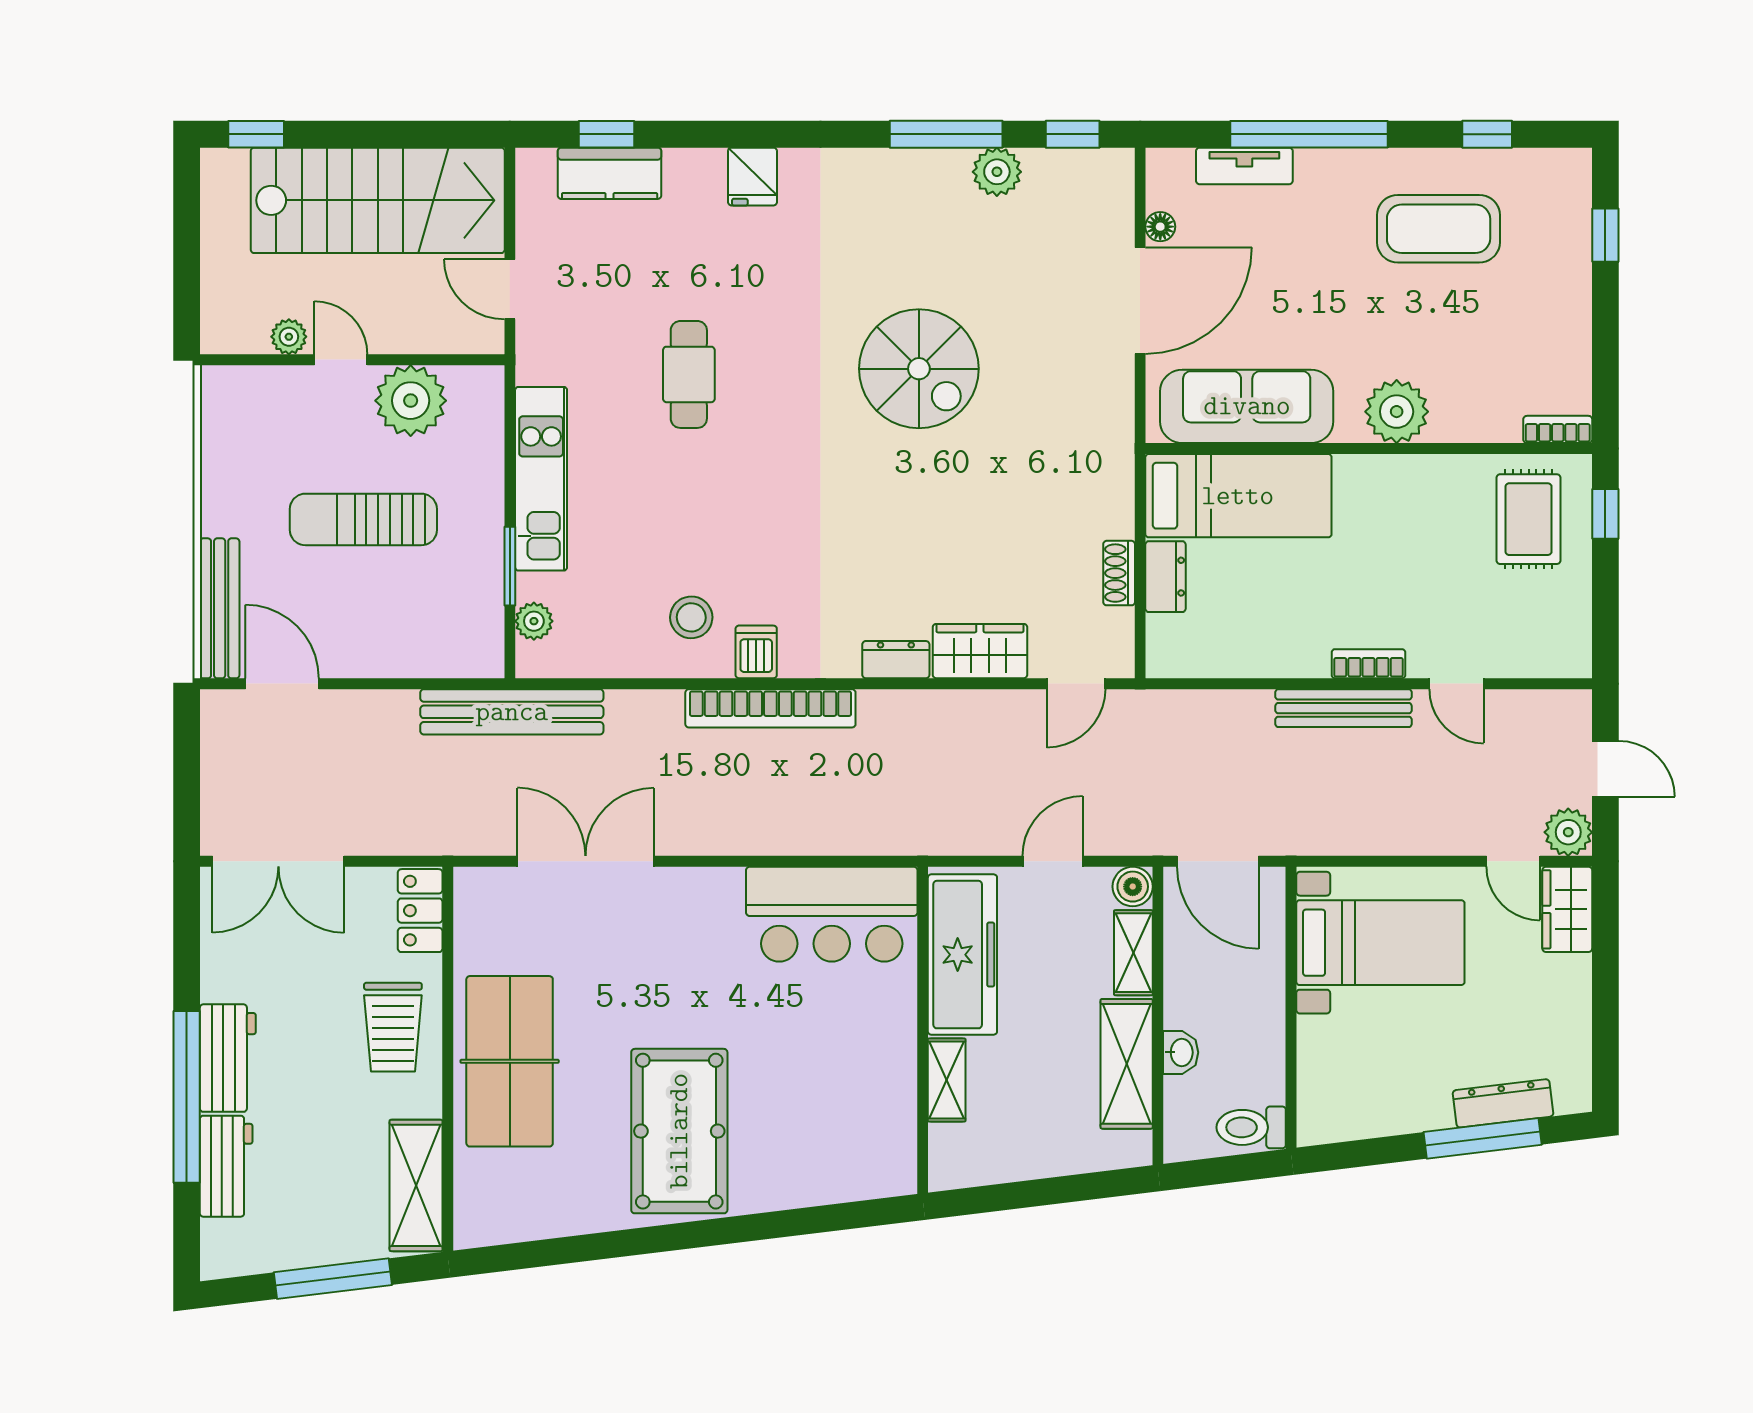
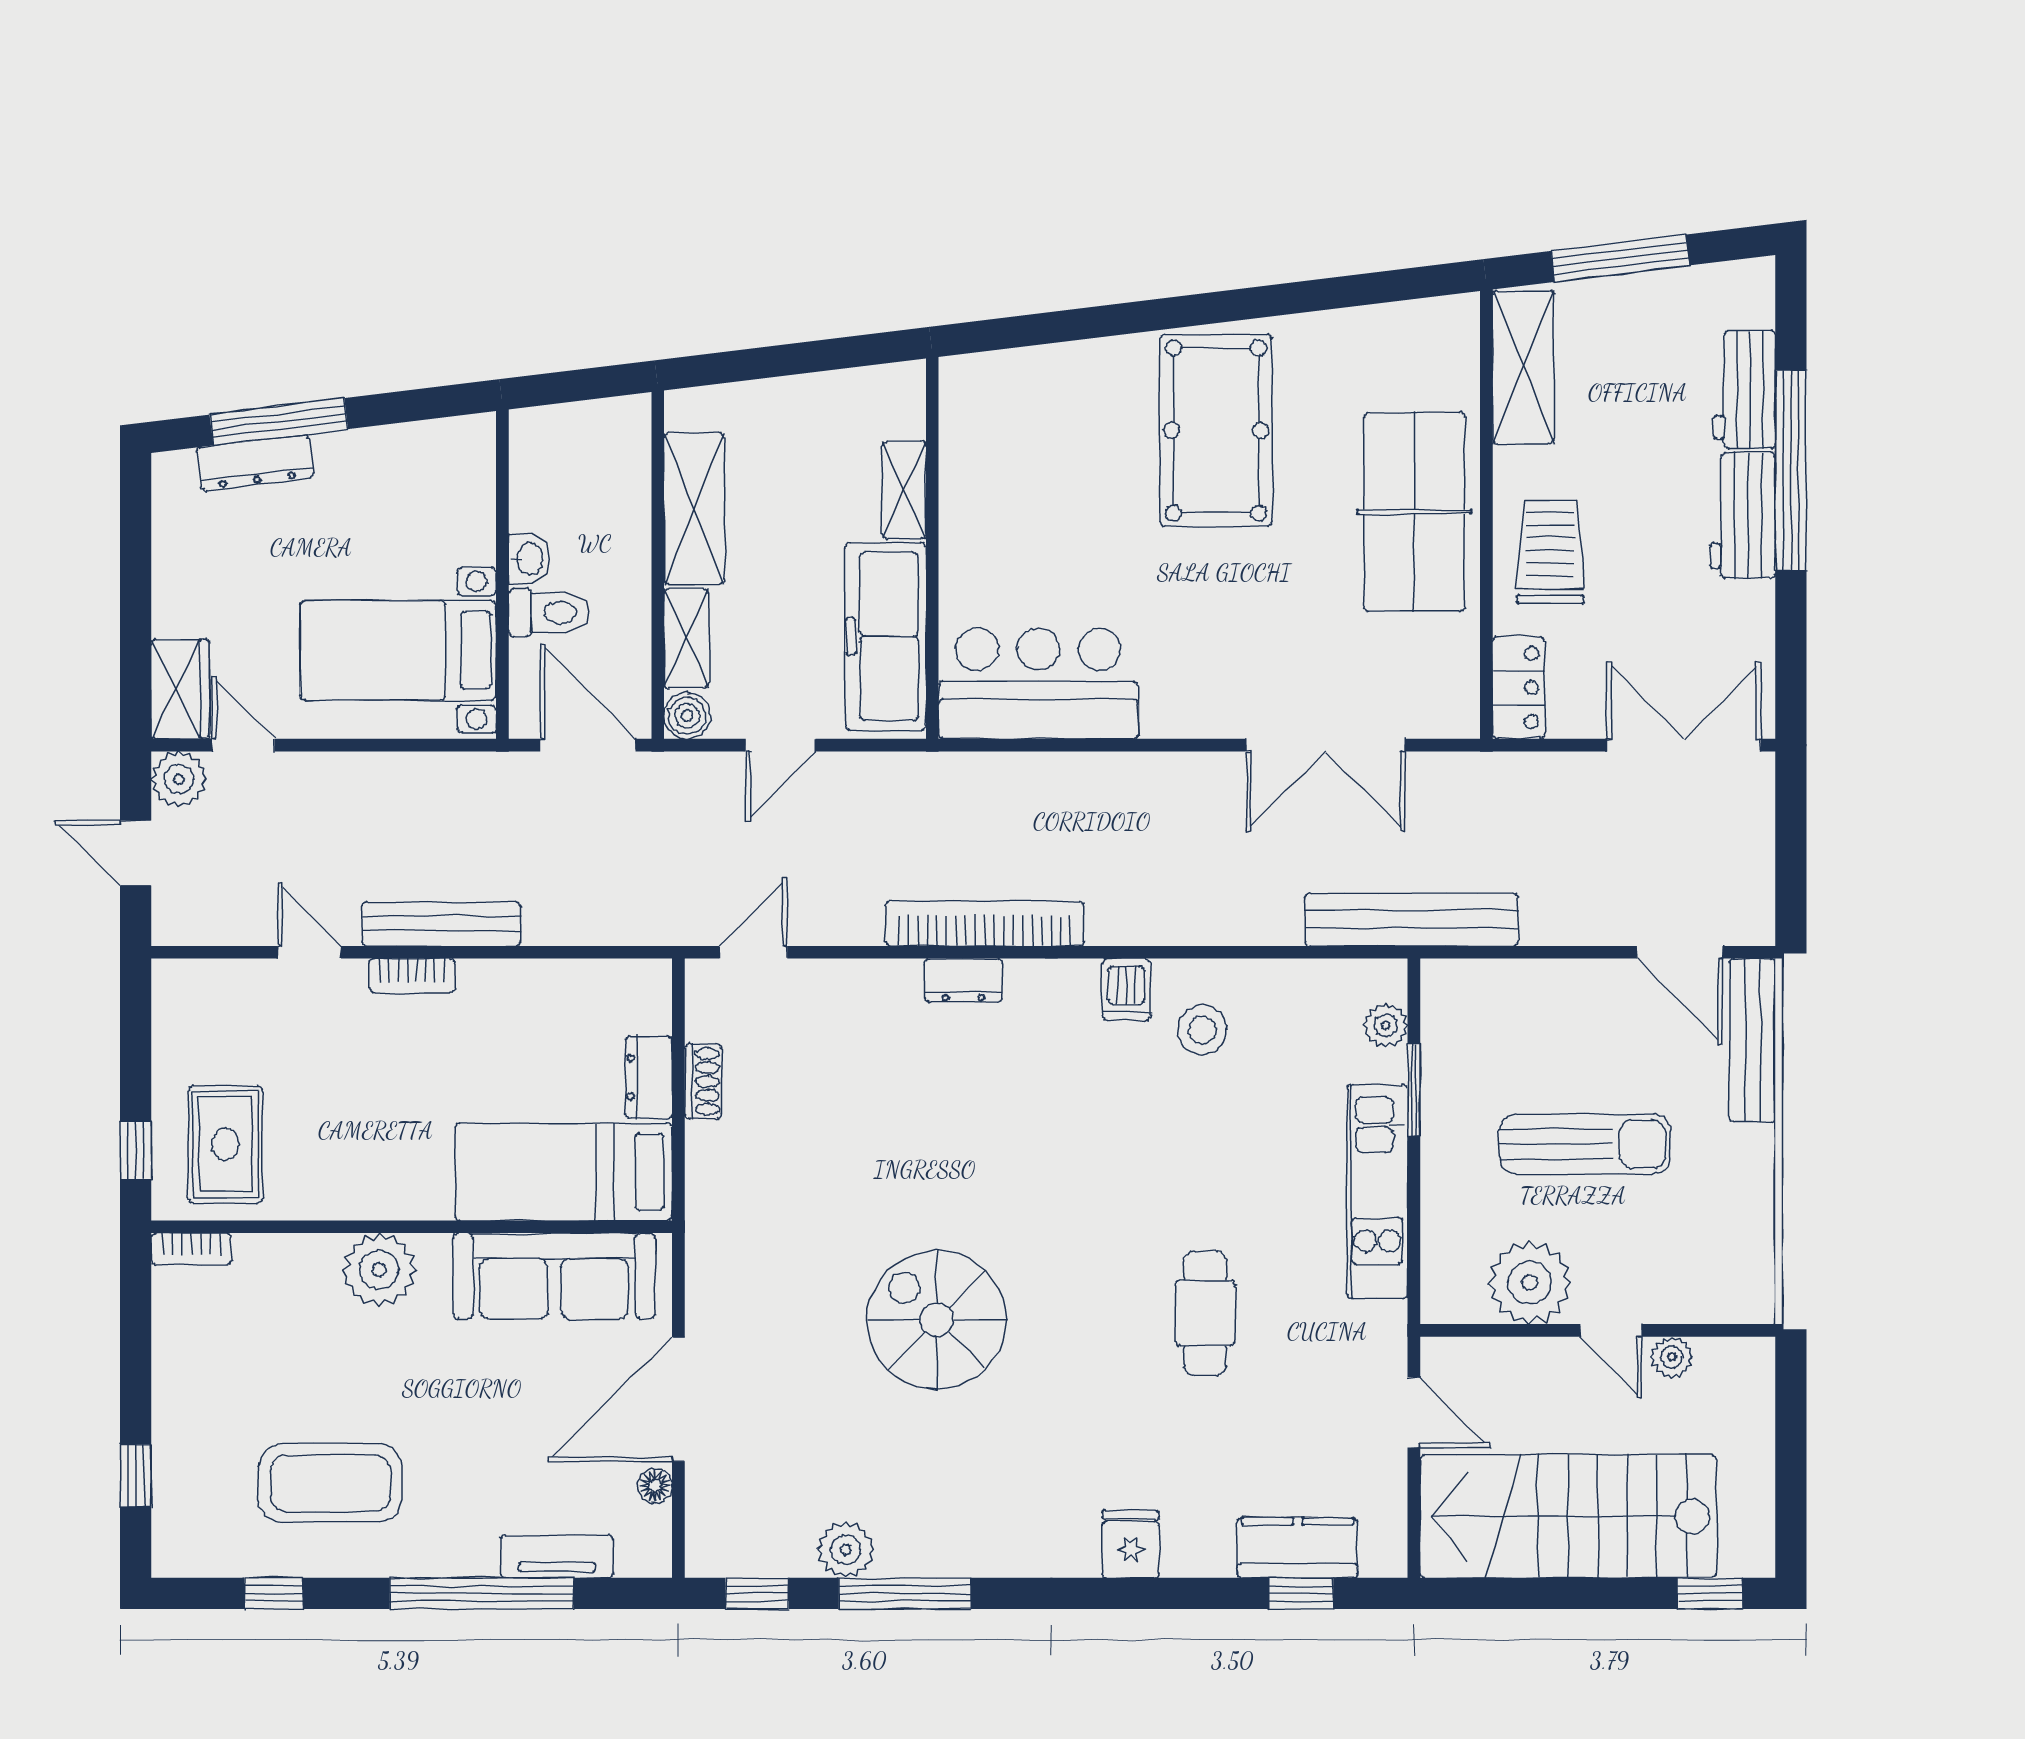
wardrobe: (980, 651) -> (865, 990), removed
bookcase: (770, 708) -> (985, 924), moved
washbasin: (1181, 1052) -> (529, 559), moved, turned 180
toilet: (1251, 1127) -> (549, 613), moved

